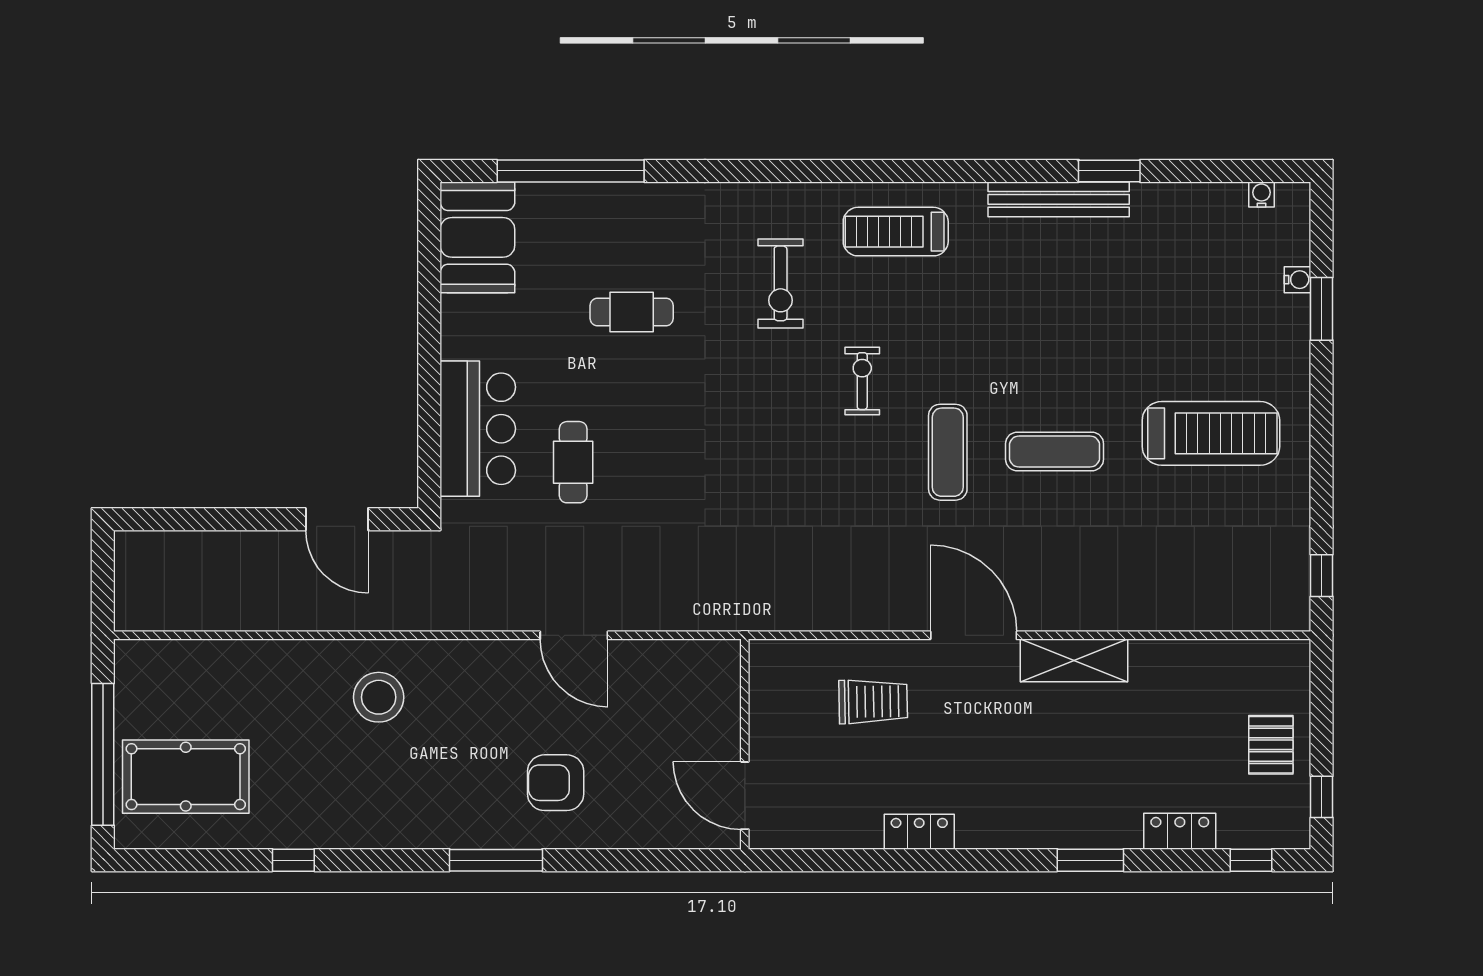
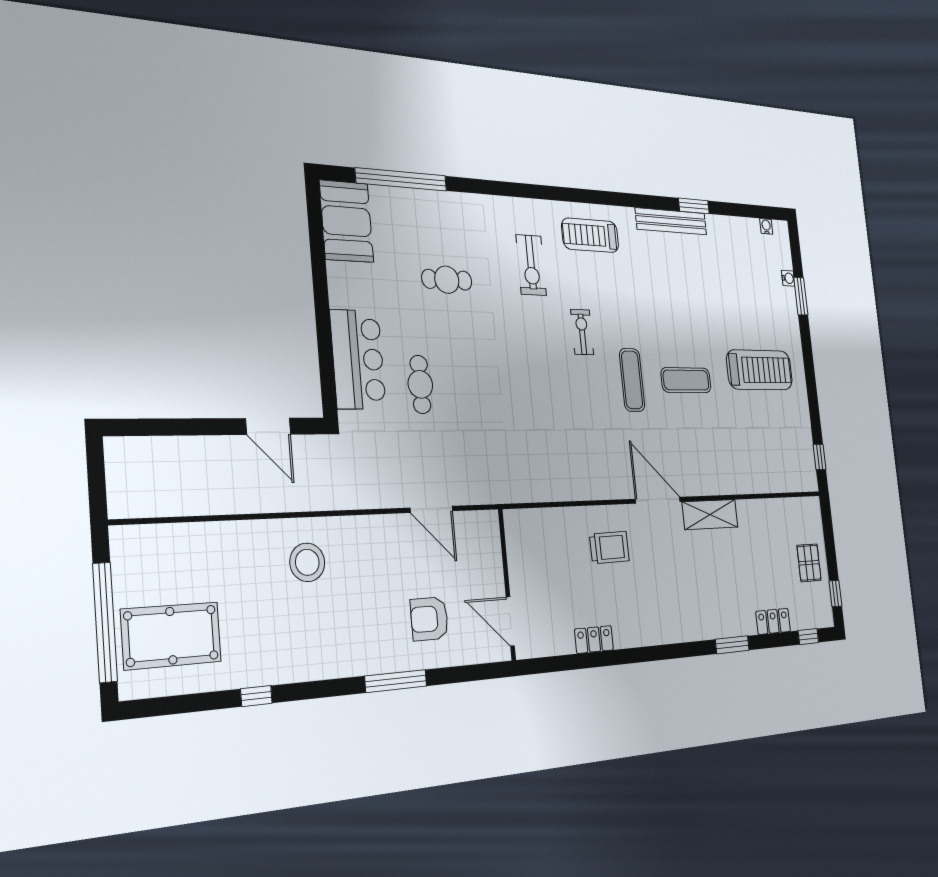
wall: (745, 744) -> (507, 584), moved
door: (745, 796) -> (510, 621), moved
locker: (919, 832) -> (594, 639), moved

